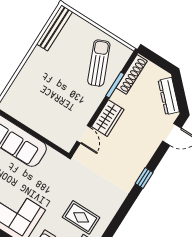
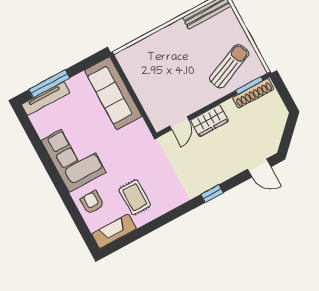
window: (115, 85) -> (249, 85), moved
dresser: (169, 96) -> (276, 132), removed

